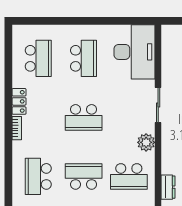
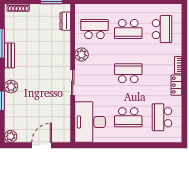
school desk: (84, 58) -> (128, 117), turned -90

